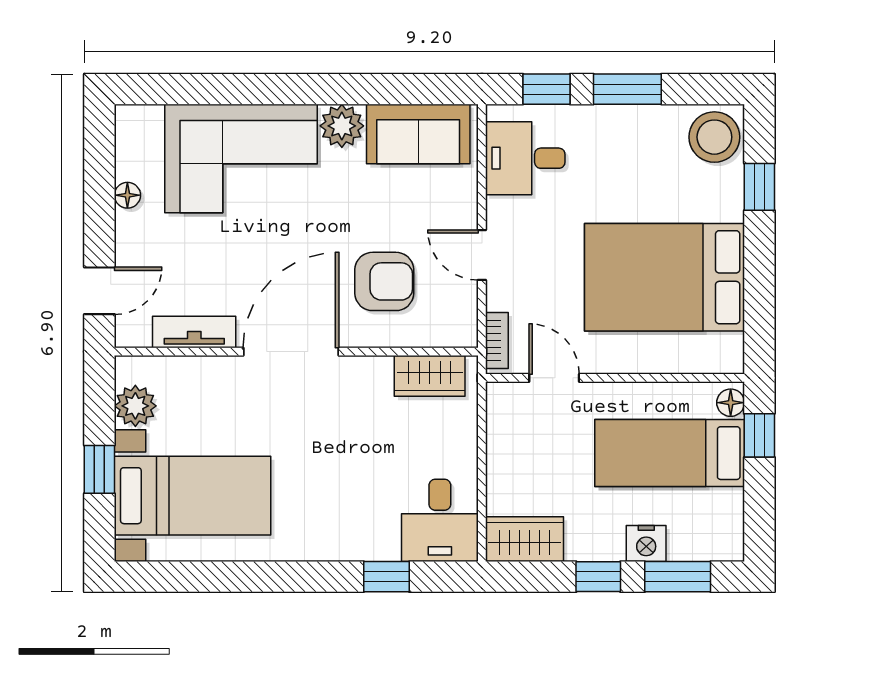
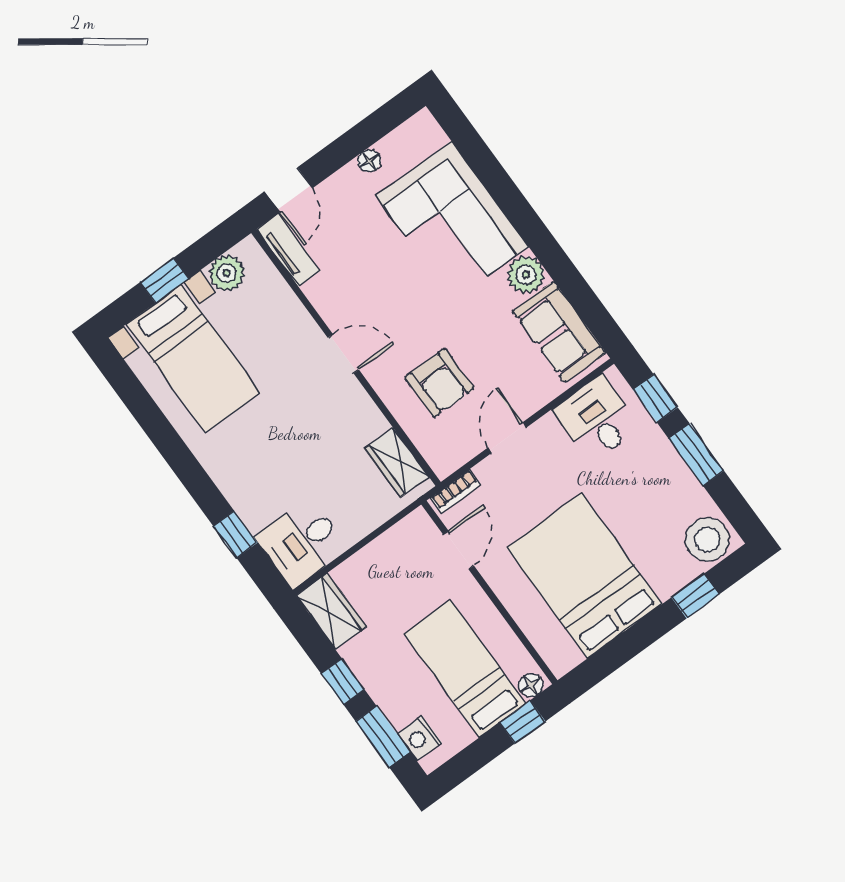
door: (99, 291) -> (289, 190), hinge flipped
tv unit: (194, 332) -> (288, 250), moved
door: (291, 352) -> (343, 354), width x0.53
nightstand: (646, 543) -> (419, 738), moved

